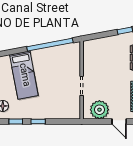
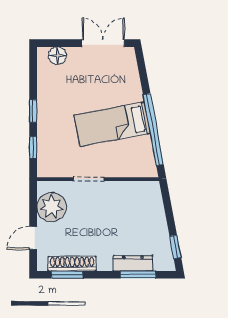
bed: (24, 75) -> (112, 124), moved
window: (16, 121) -> (33, 147), moved

